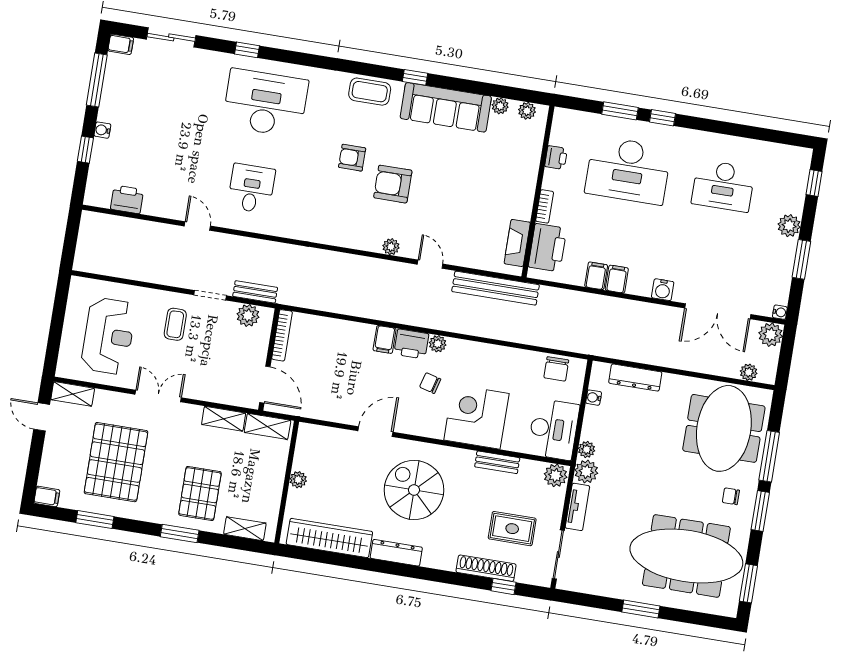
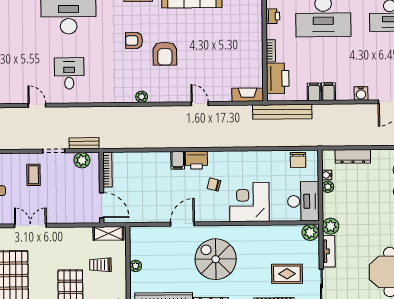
armchair: (393, 184) -> (165, 54), turned -90
fireplace: (517, 243) -> (248, 95), moved, turned 90
plant: (391, 247) -> (142, 97), moved
bench: (496, 288) -> (282, 112), moved
plant: (438, 344) -> (214, 157), removed
shelving: (224, 419) -> (78, 233), removed
plant: (587, 449) -> (328, 187), moved
bench: (497, 462) -> (269, 231), removed
trolley: (248, 469) -> (100, 265), added

